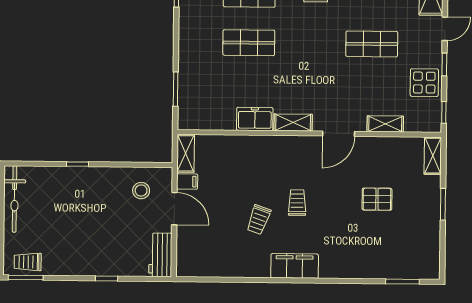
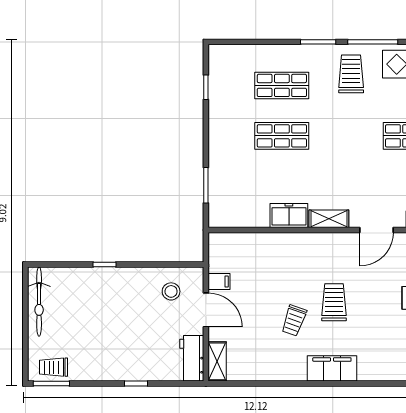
shelving: (186, 153) -> (217, 361), moved
trolley: (297, 203) -> (334, 302), width x1.36, depth x1.39

